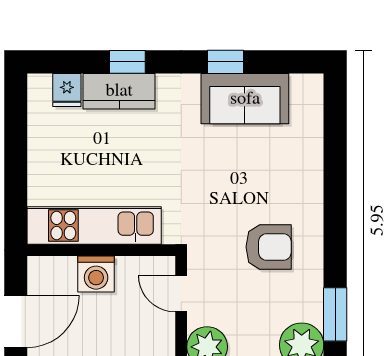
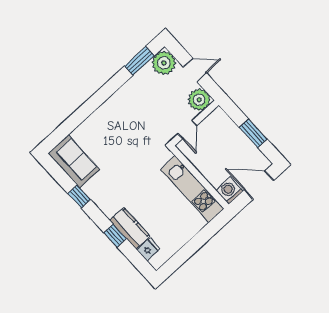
sofa: (245, 99) -> (74, 162), moved
armchair: (269, 247) -> (137, 112), removed
washing machine: (96, 274) -> (229, 191), moved, turned -90

